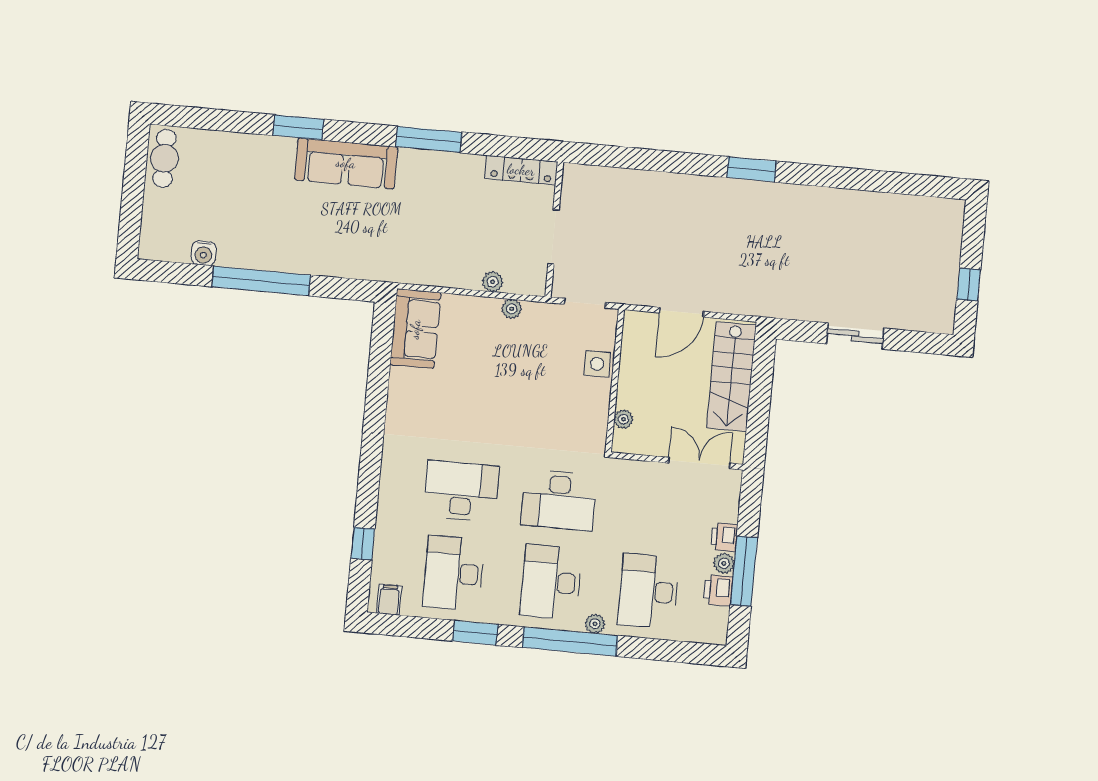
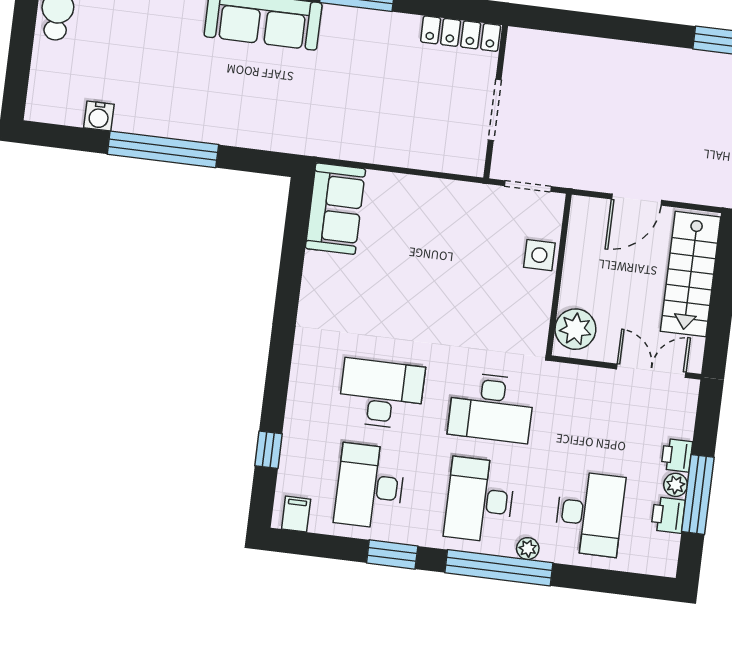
plant: (493, 282) -> (424, 159), removed
plant: (512, 309) -> (445, 190), removed
plant: (623, 419) -> (575, 329), width x1.87, depth x1.87
desk: (649, 591) -> (589, 514), turned 180

